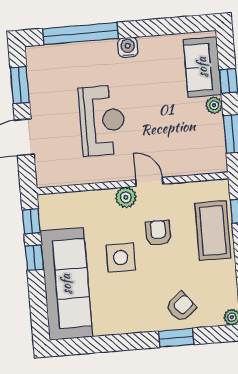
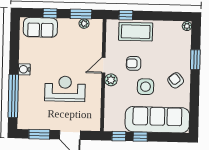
plant: (214, 105) -> (84, 24), moved
armchair: (181, 307) -> (176, 80), moved

